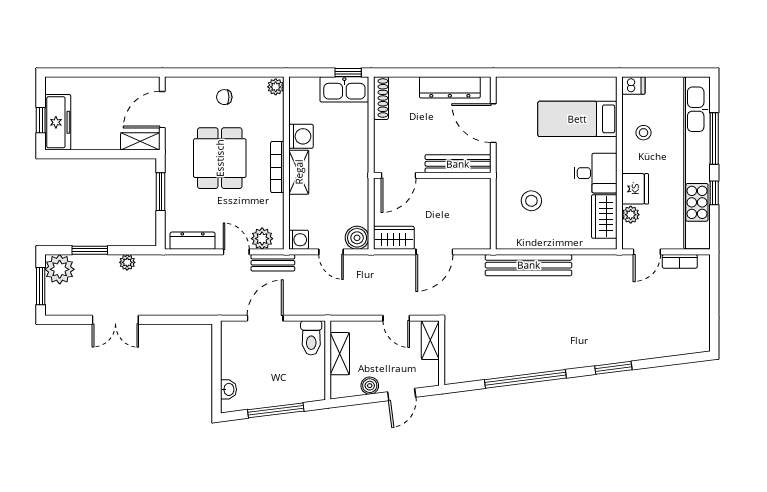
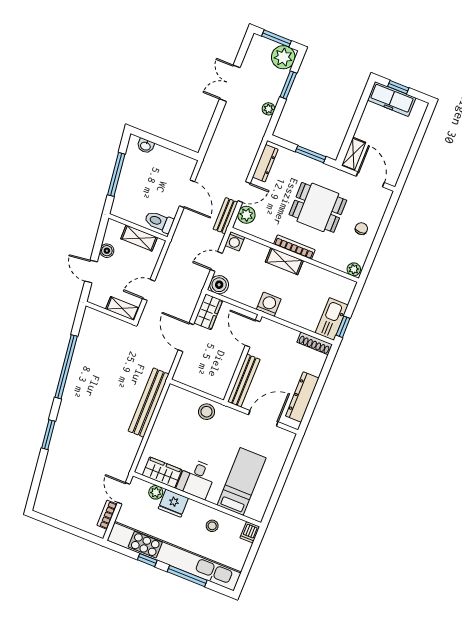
washing machine: (301, 136) -> (269, 304), moved, turned 180
stool: (531, 201) -> (207, 412), moved

